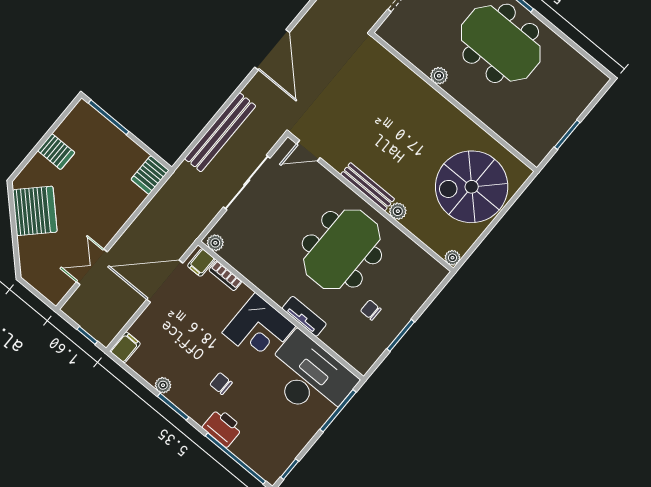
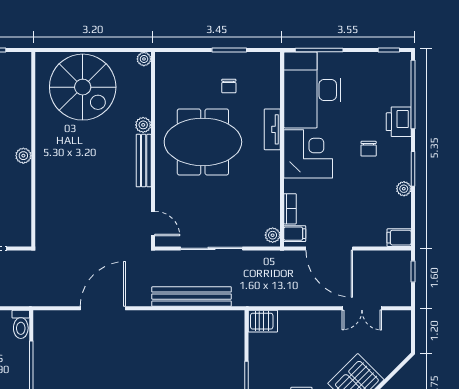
plant: (439, 76) -> (23, 156), moved

